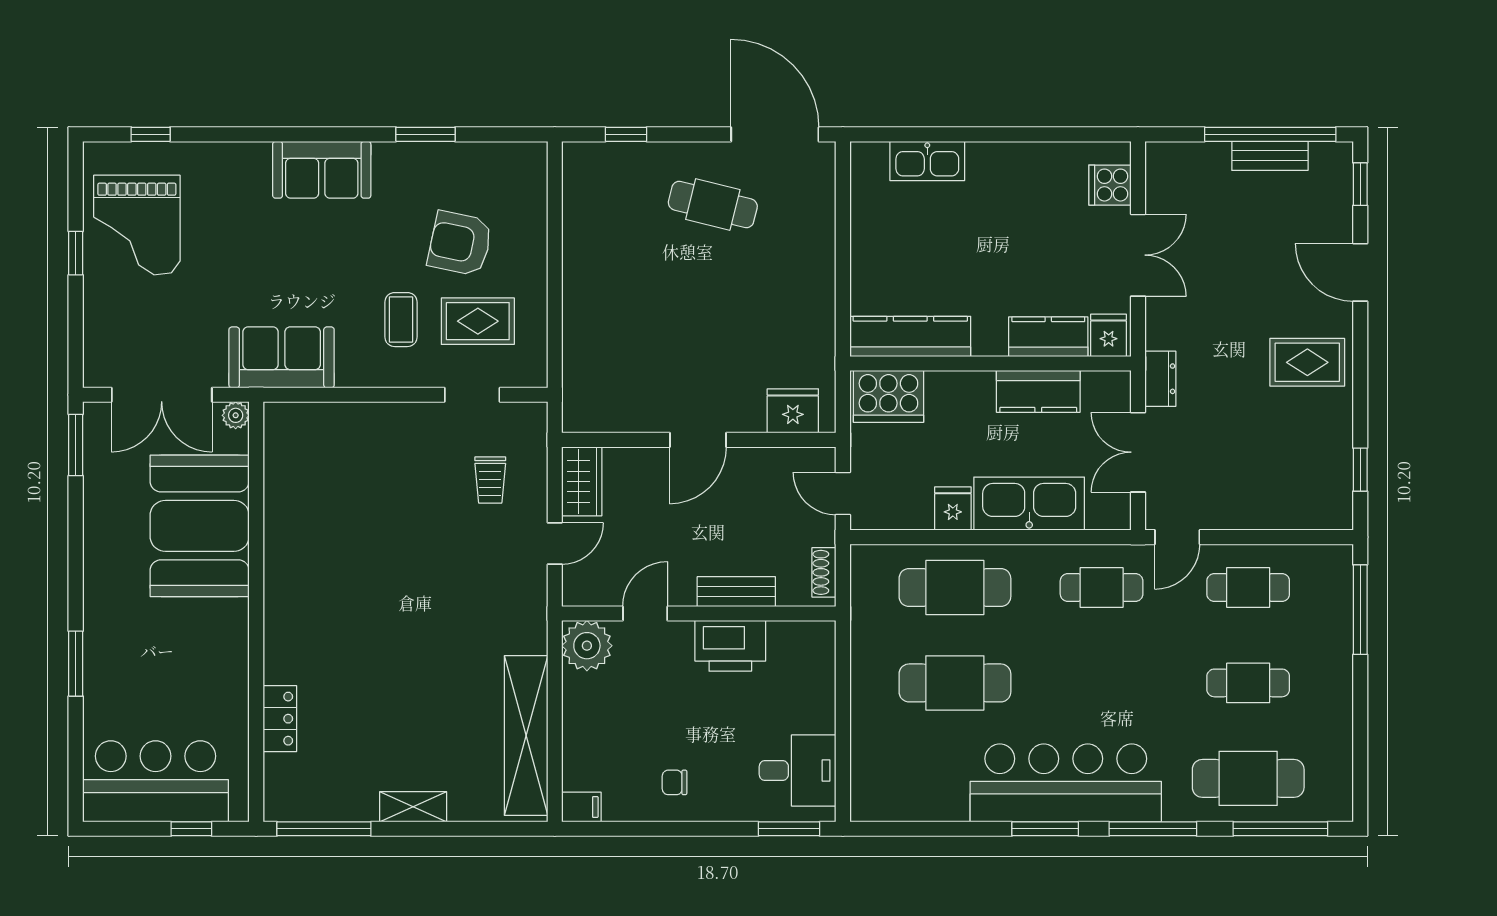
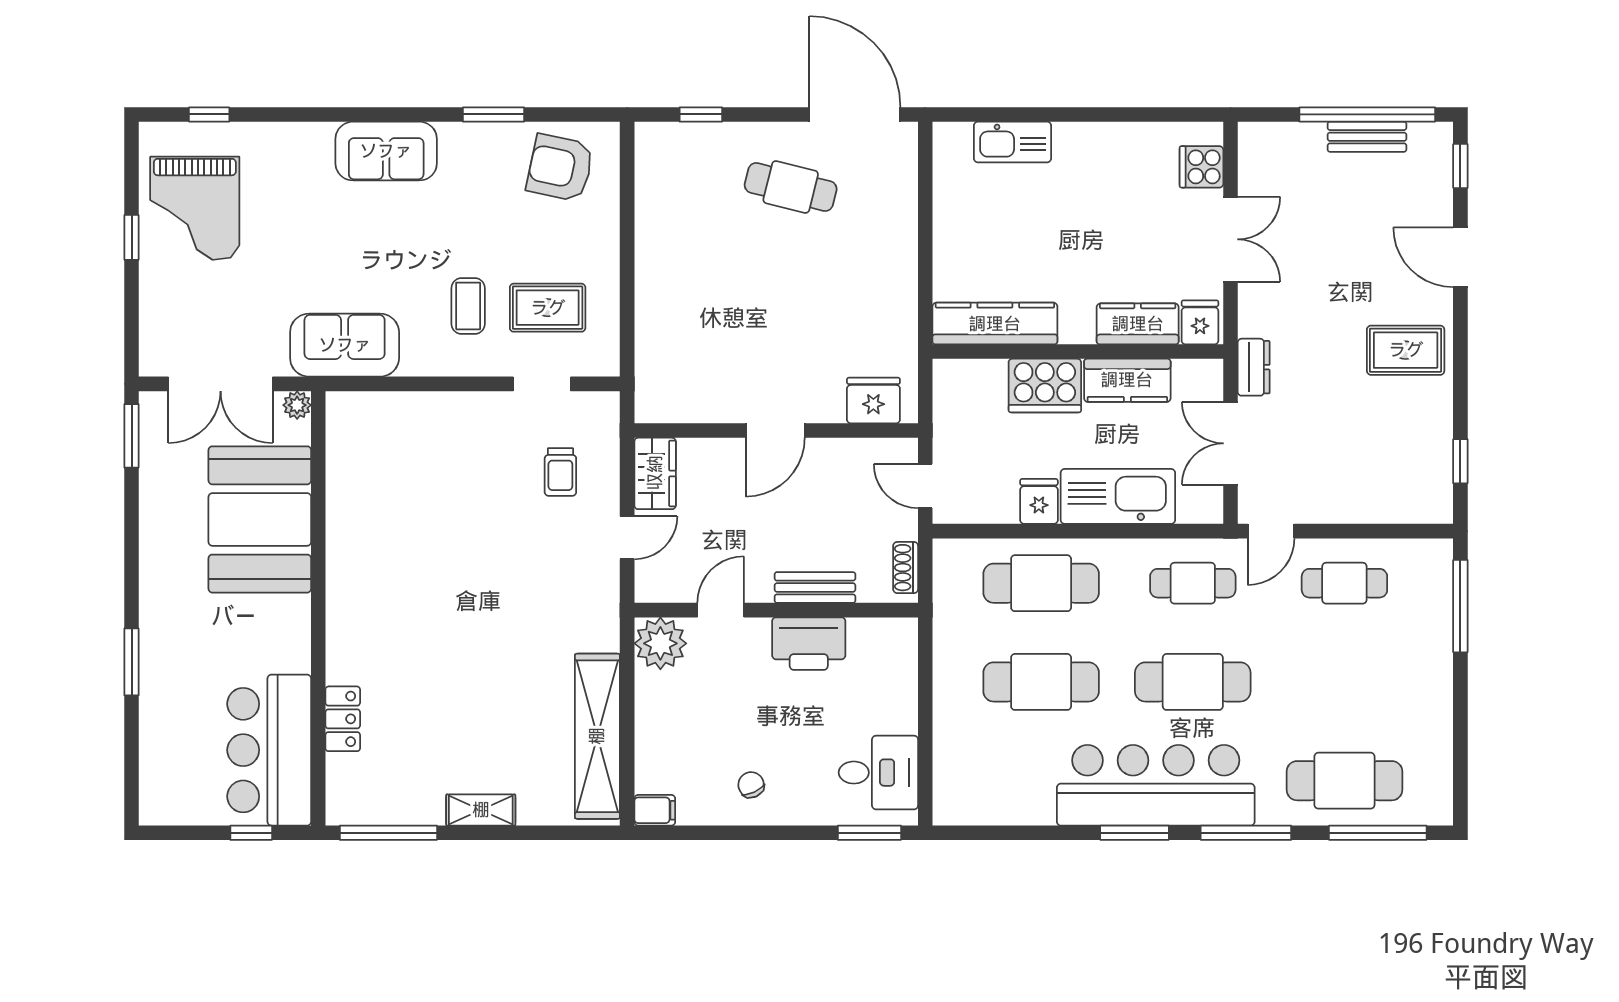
armchair: (460, 243) -> (560, 168), moved
cooker: (888, 396) -> (1045, 386), moved
cafe table: (1248, 683) -> (1193, 682), moved, width x1.37, depth x1.35
bar counter: (156, 781) -> (269, 750), moved, turned -90
chair: (675, 782) -> (751, 785), turned 65

